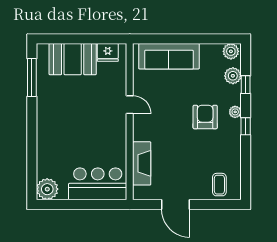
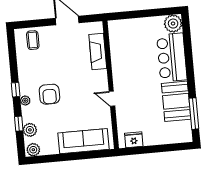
booth: (73, 59) -> (176, 101), moved, turned 90
bar counter: (98, 184) -> (172, 57), moved, turned 90

